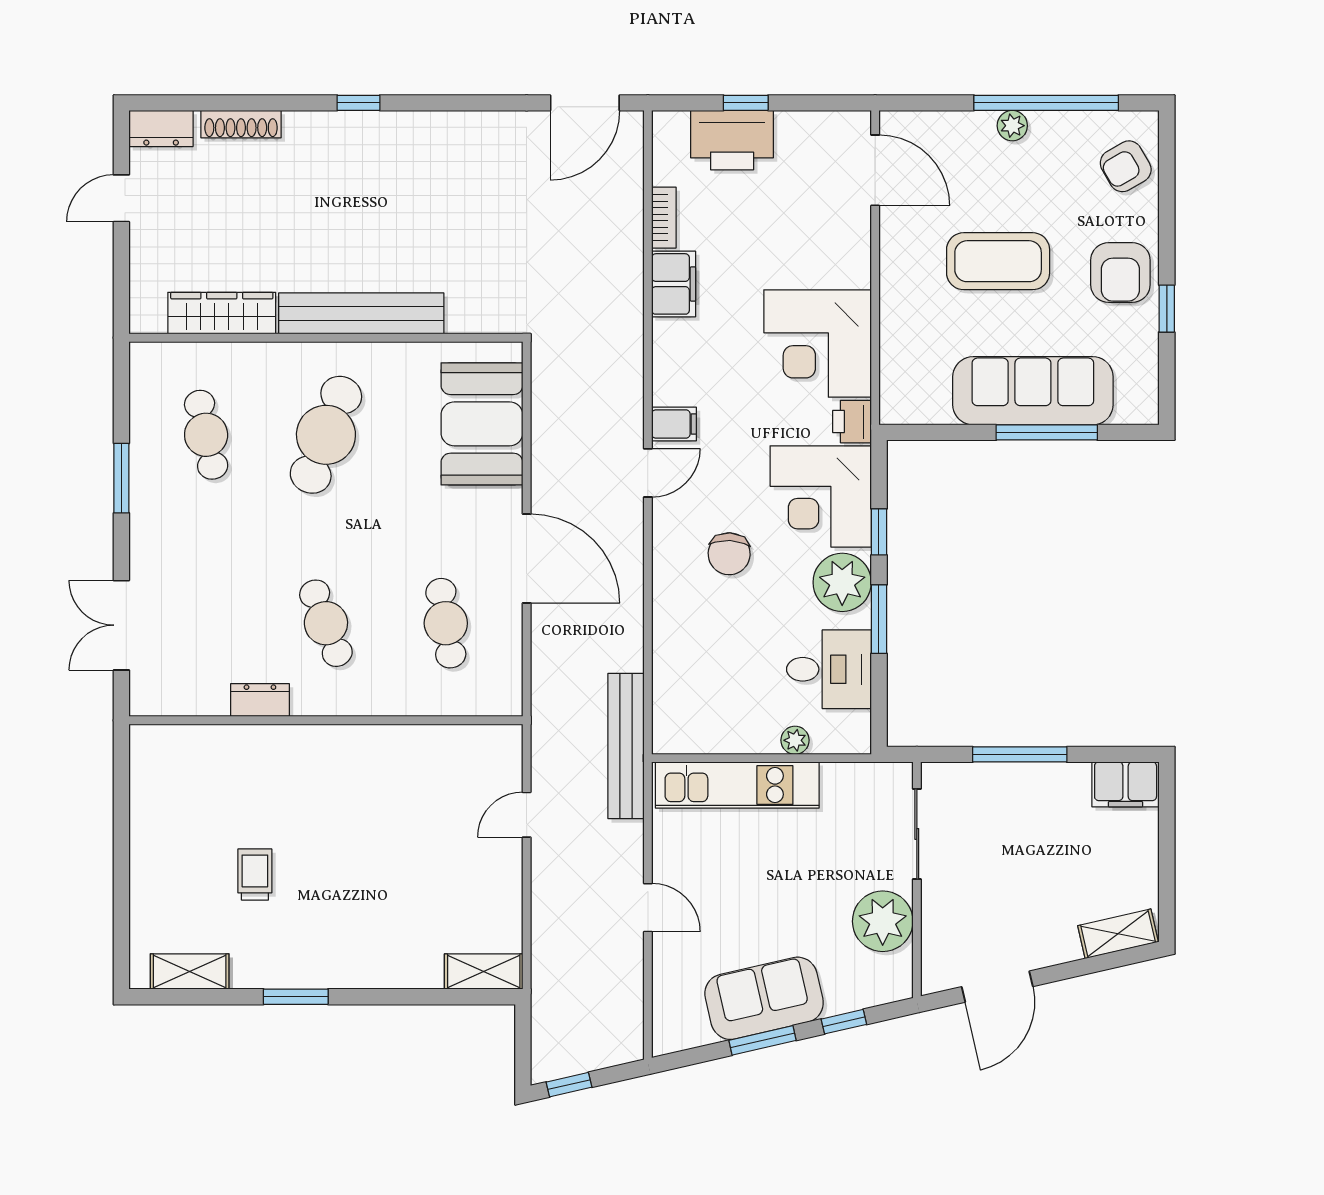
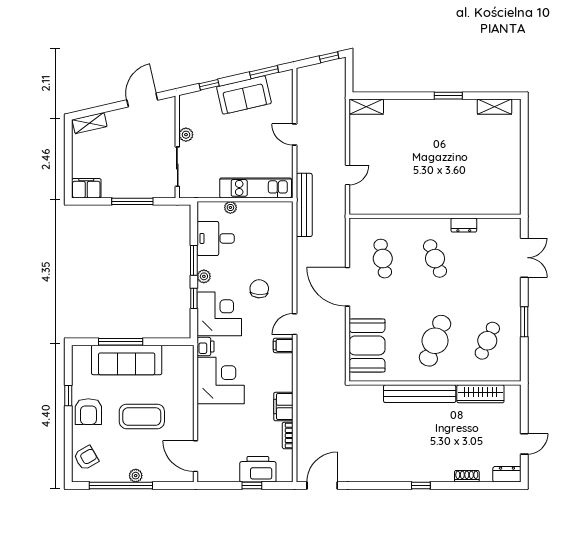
shoe rack: (241, 124) -> (467, 476), width x0.70
armchair: (1120, 272) -> (88, 412), turned 180
cafe table: (206, 435) -> (487, 341), turned 36
plant: (842, 582) -> (204, 276), width x0.53, depth x0.53
trolley: (255, 874) -> (466, 149), removed
plant: (883, 921) -> (186, 135), width x0.53, depth x0.53
window: (762, 1040) -> (264, 72), moved

